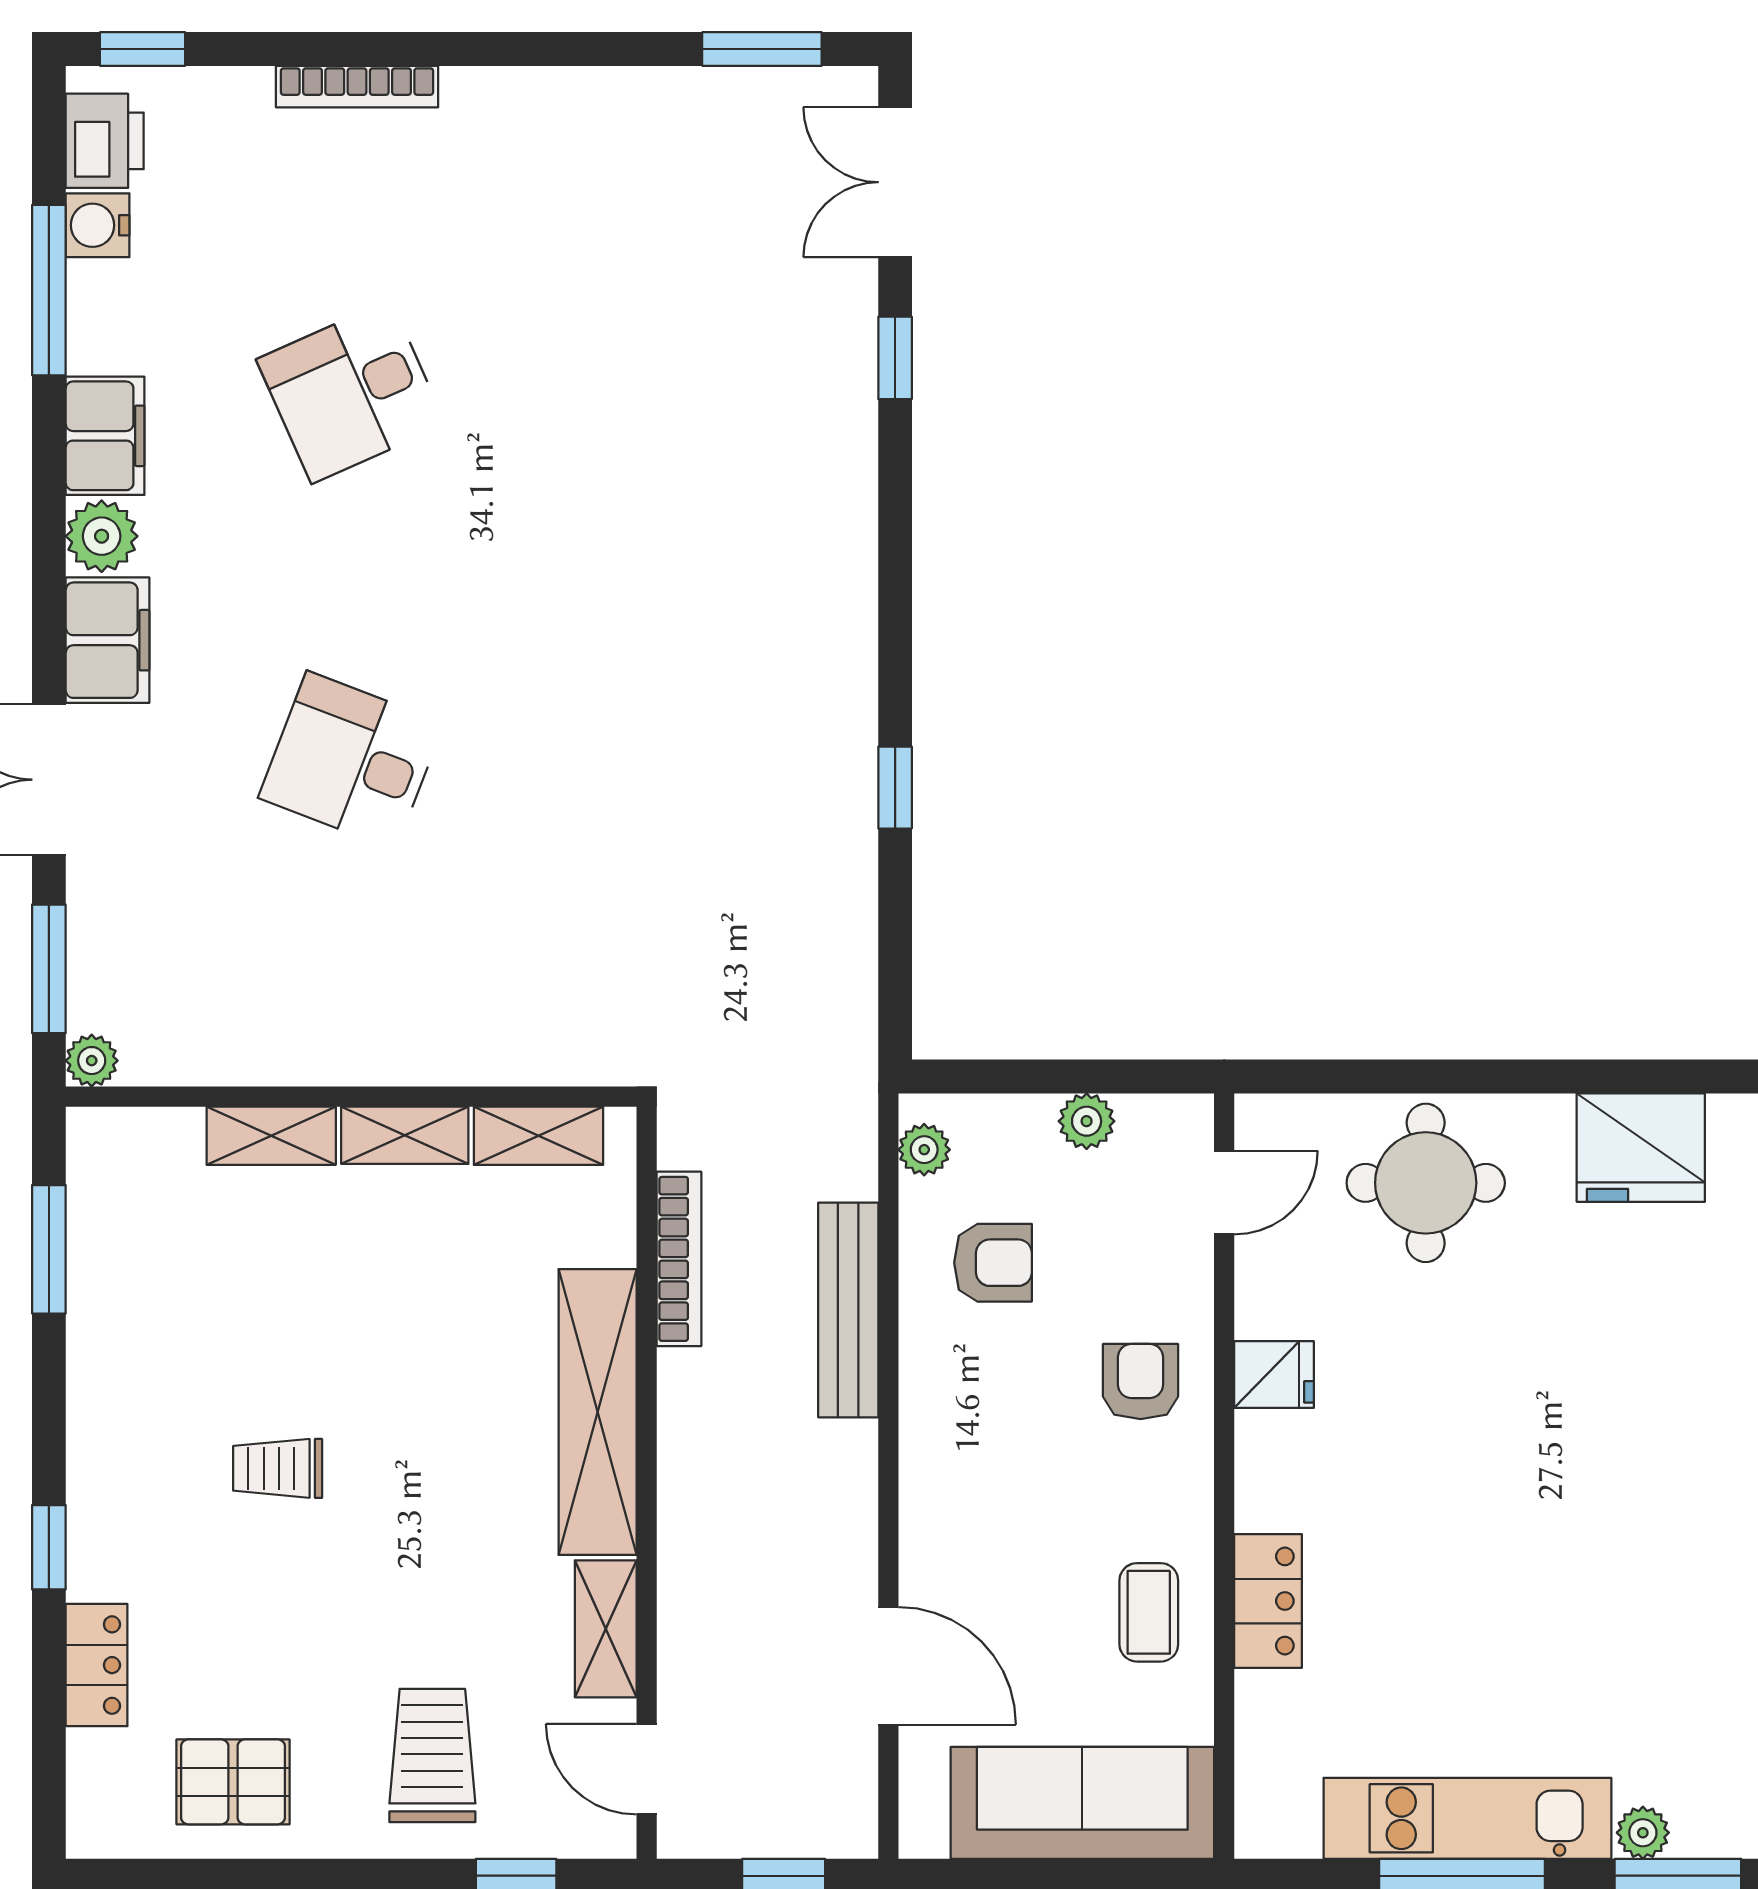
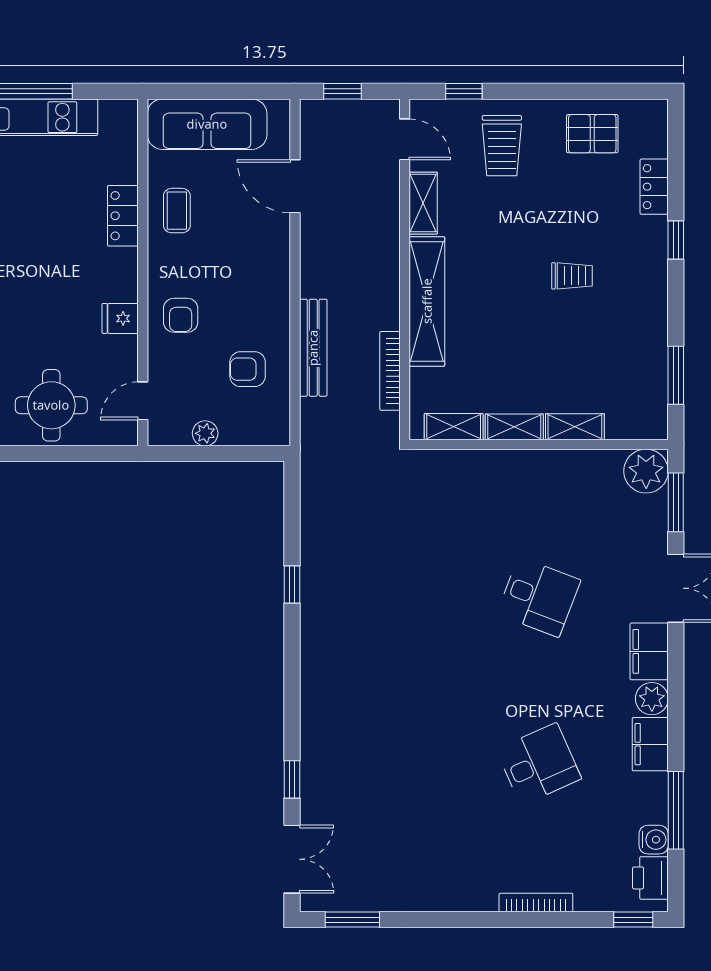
plant: (92, 1061) -> (646, 471), width x1.87, depth x1.87
plant: (924, 1150) -> (279, 420), removed

